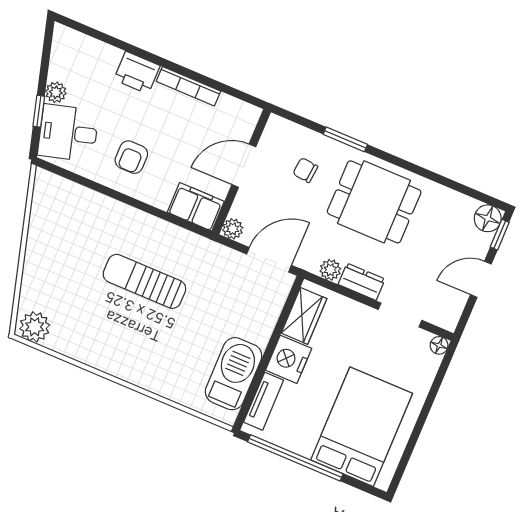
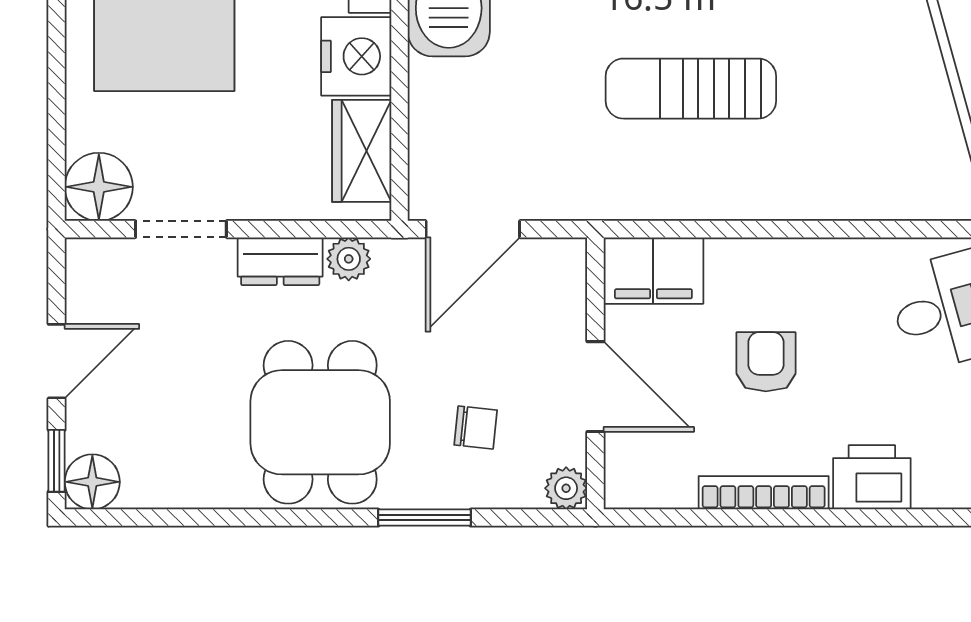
armchair: (131, 157) -> (766, 362), moved
door: (244, 166) -> (595, 387), hinge flipped
dining table: (374, 202) -> (320, 422), turned 90
plant: (233, 229) -> (566, 488), moved
sun lounger: (144, 281) -> (691, 89), turned 180
floor lamp: (439, 345) -> (99, 187), width x1.89, depth x1.89

